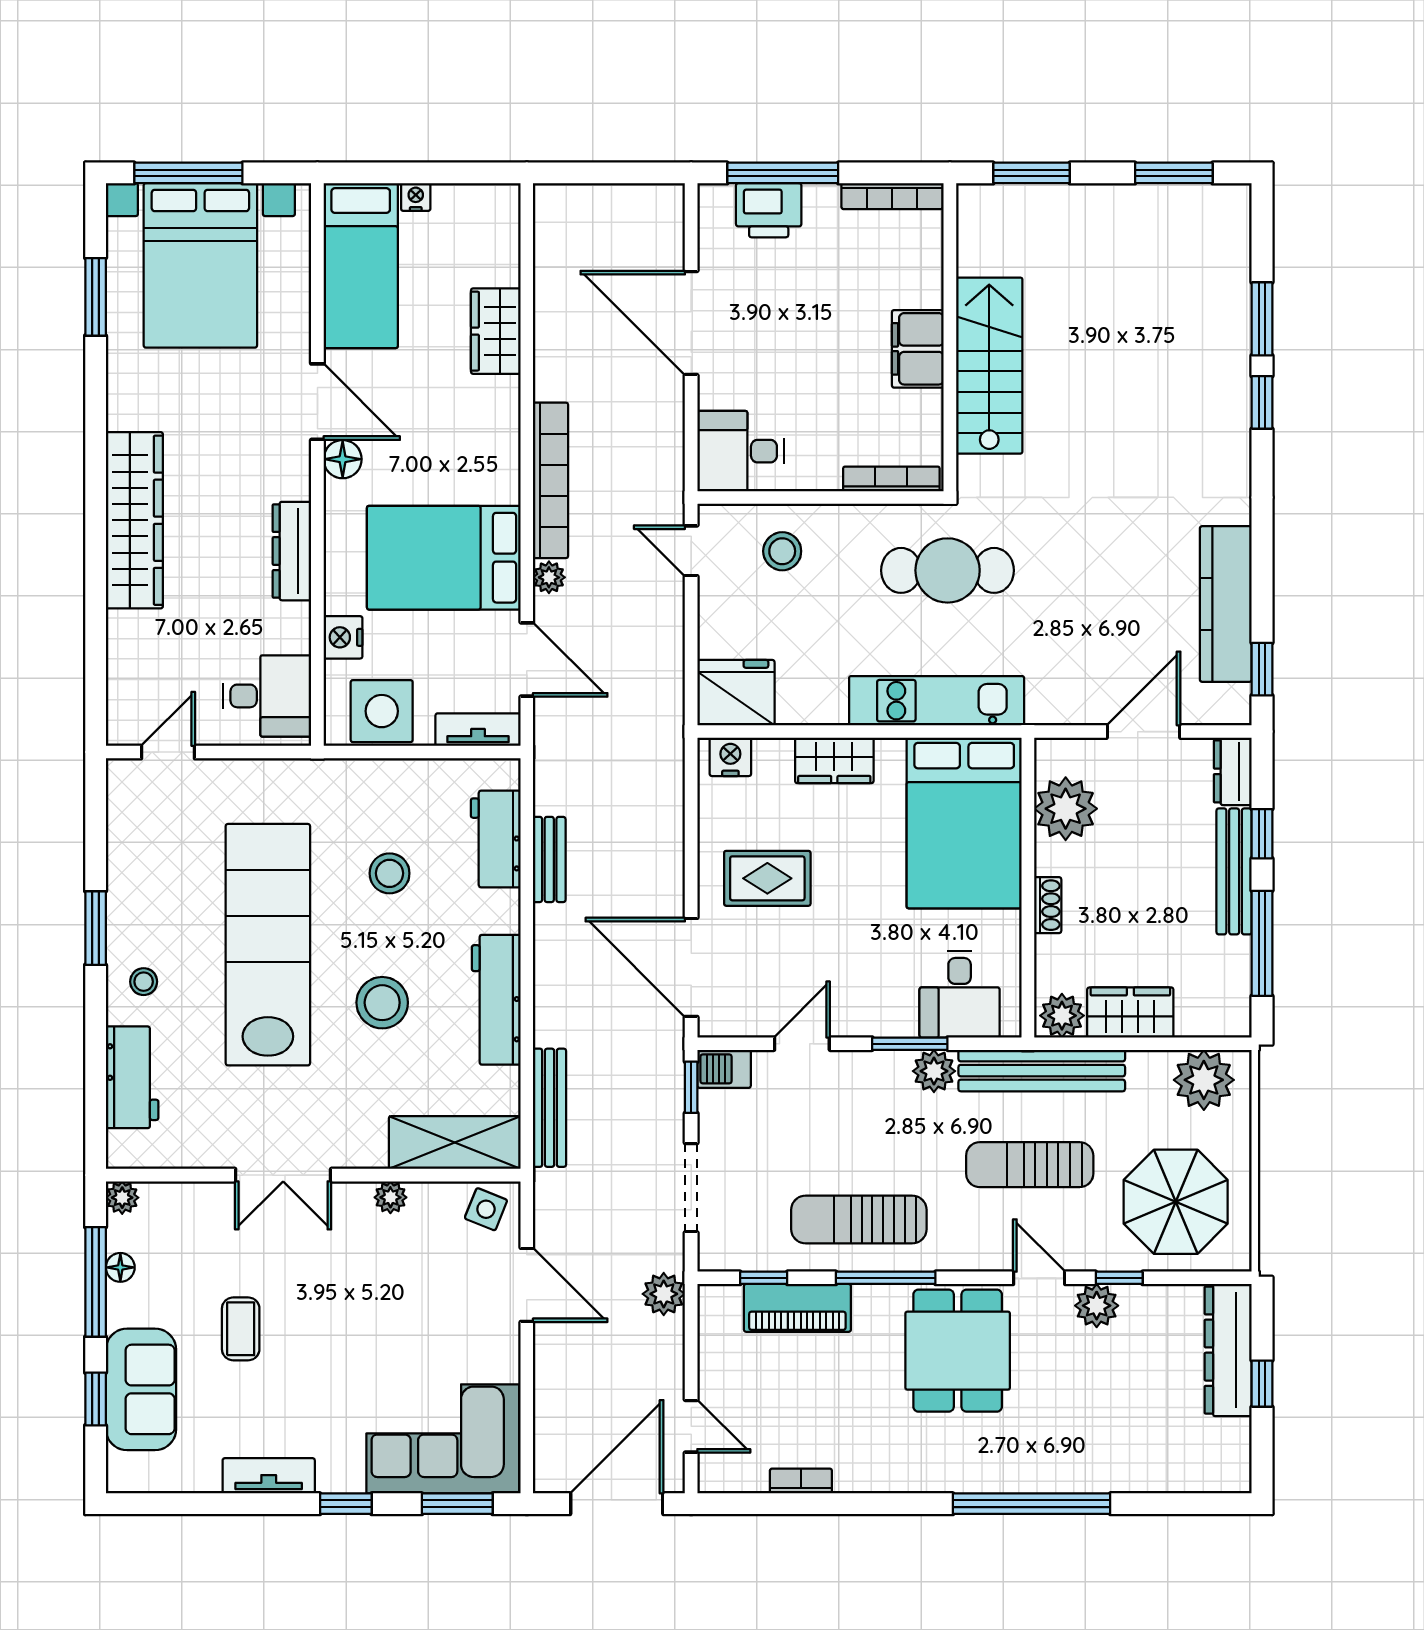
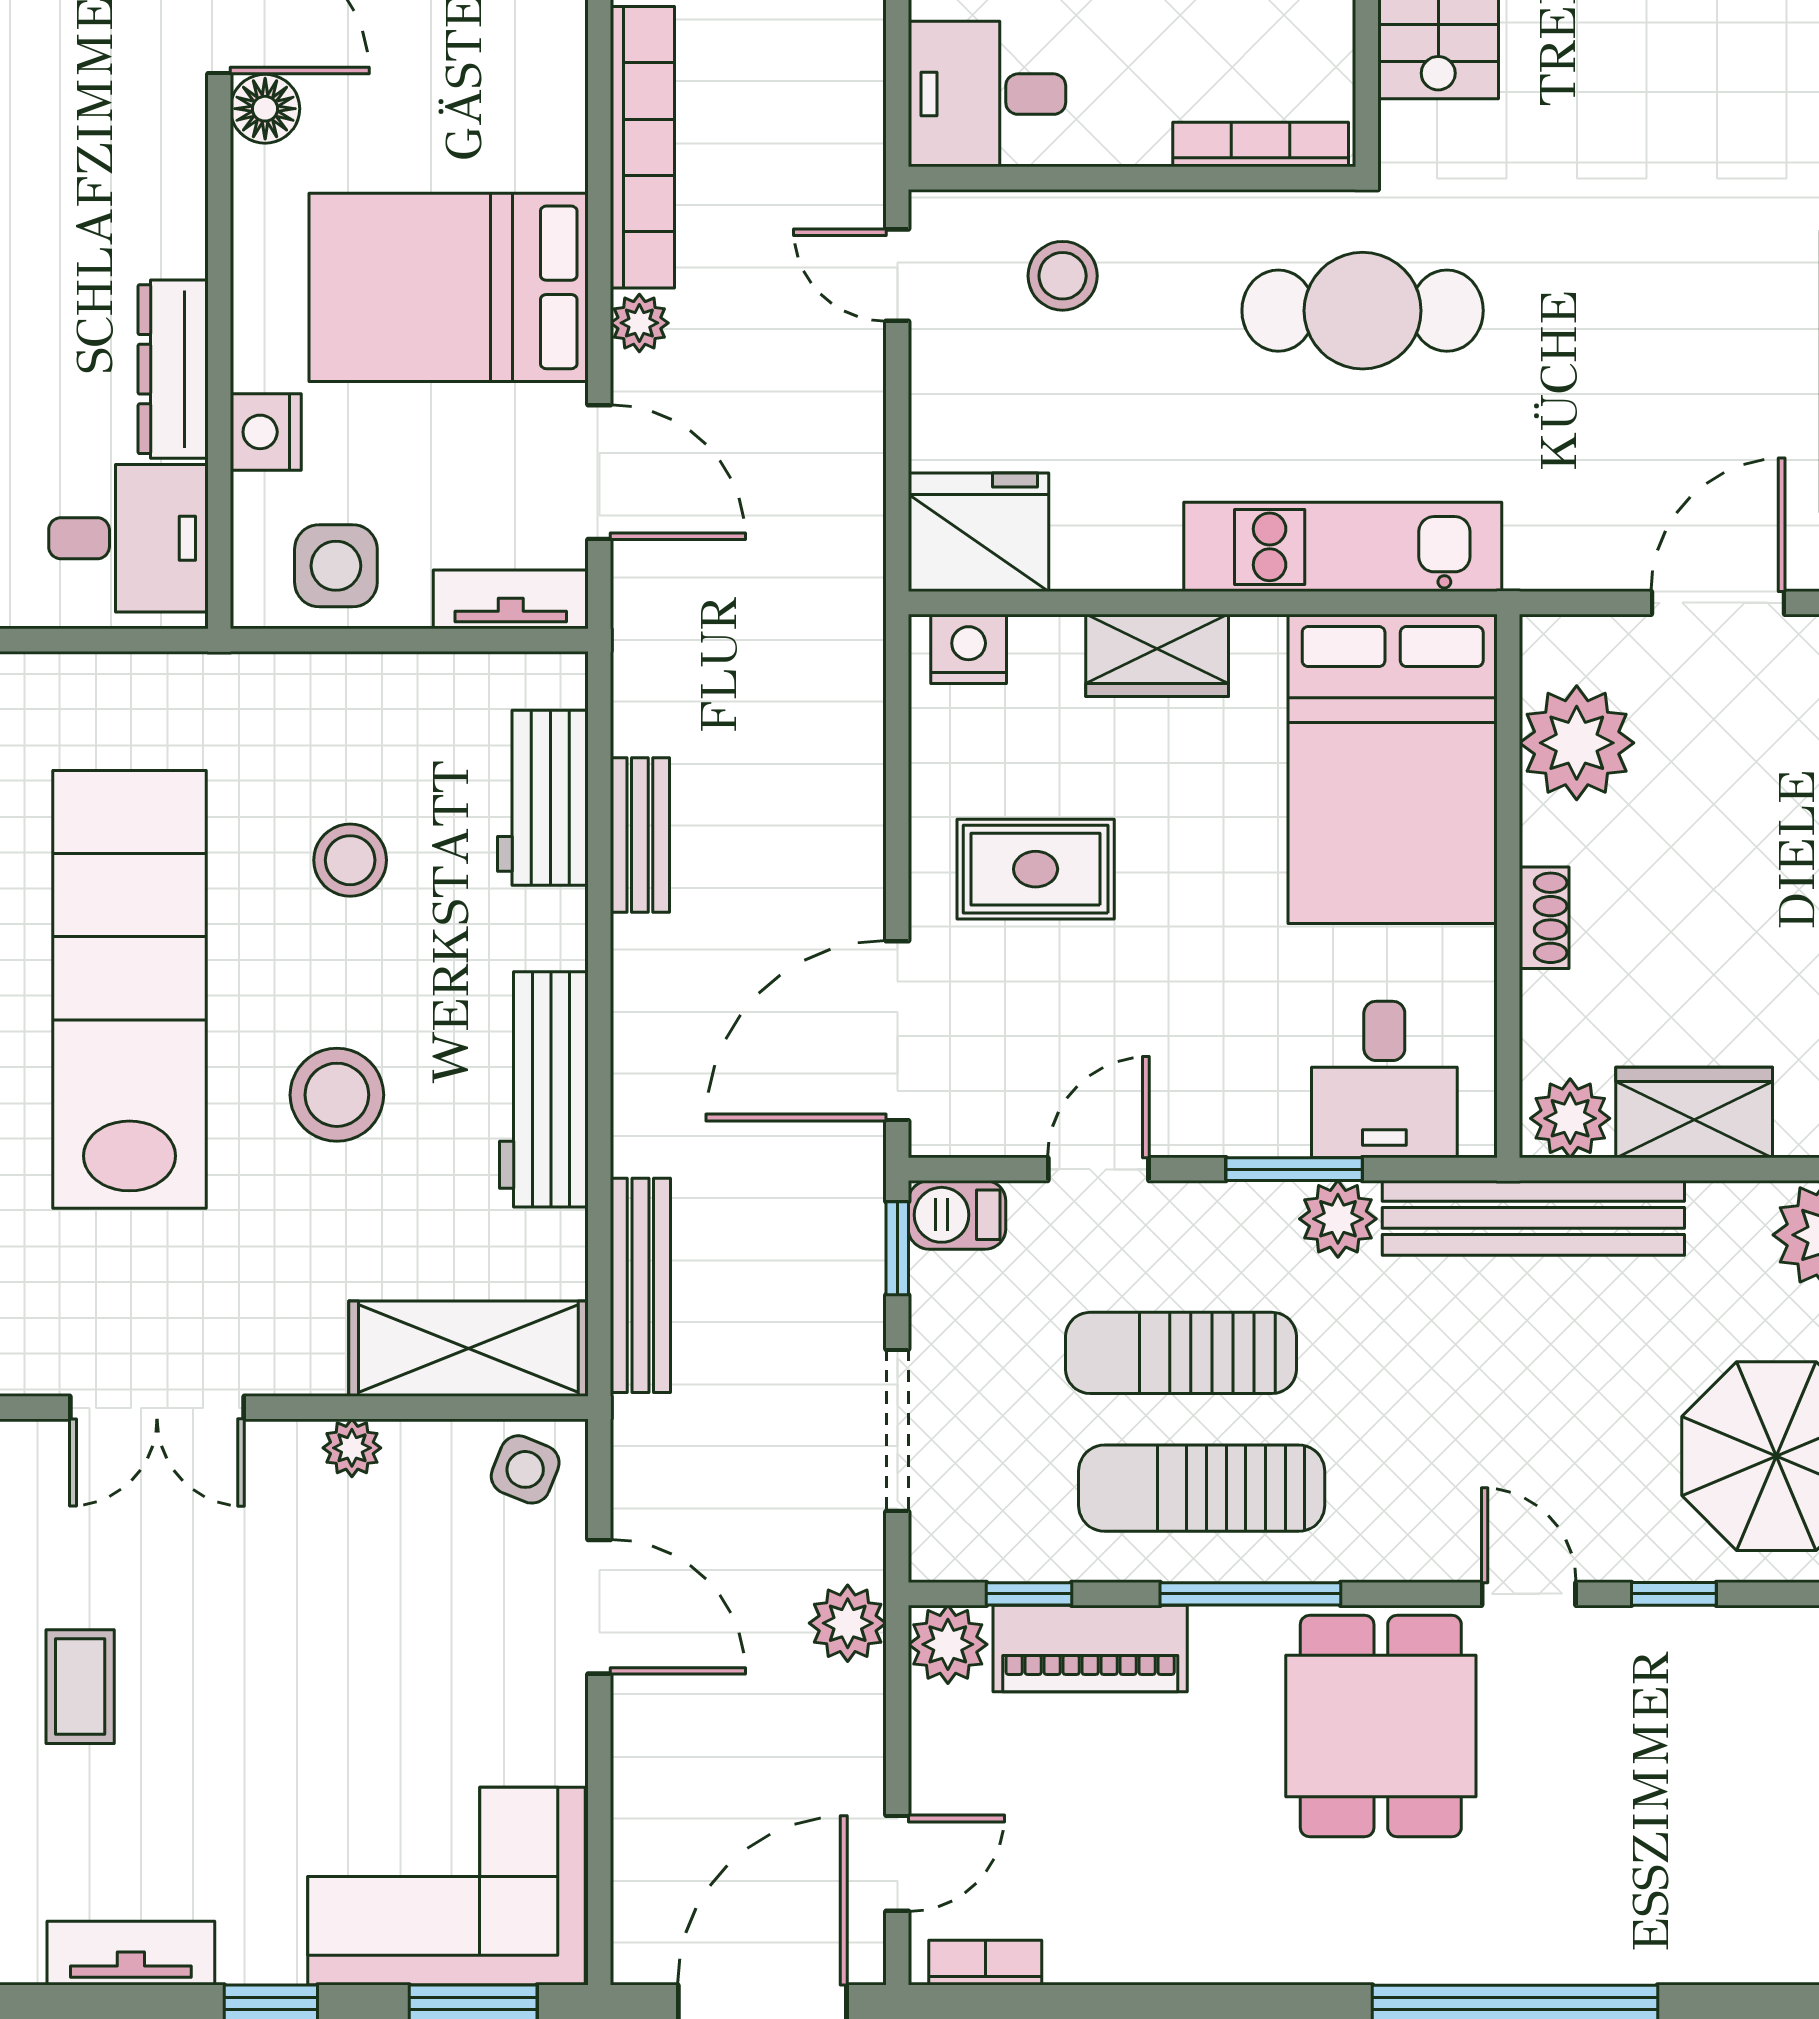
dresser: (292, 551) -> (173, 369), moved
side table: (382, 711) -> (336, 566), width x0.73, depth x0.73
door: (691, 967) -> (897, 1031), hinge flipped
sun lounger: (1030, 1165) -> (1181, 1353), moved
plant: (1097, 1306) -> (948, 1644), moved
door: (691, 1426) -> (897, 1863), hinge flipped
bookcase: (801, 1481) -> (985, 1963), moved

